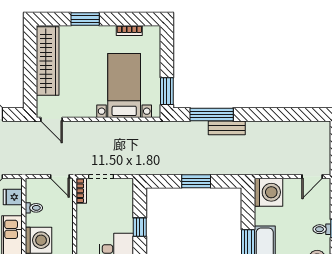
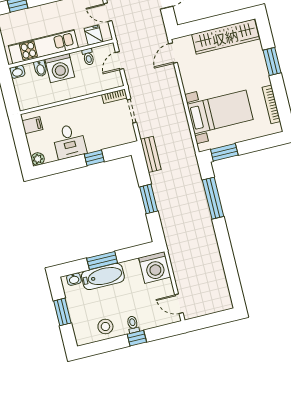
bookcase: (129, 31) -> (271, 104), width x1.56
bench: (227, 128) -> (151, 154), moved
door: (60, 176) -> (120, 61), moved

